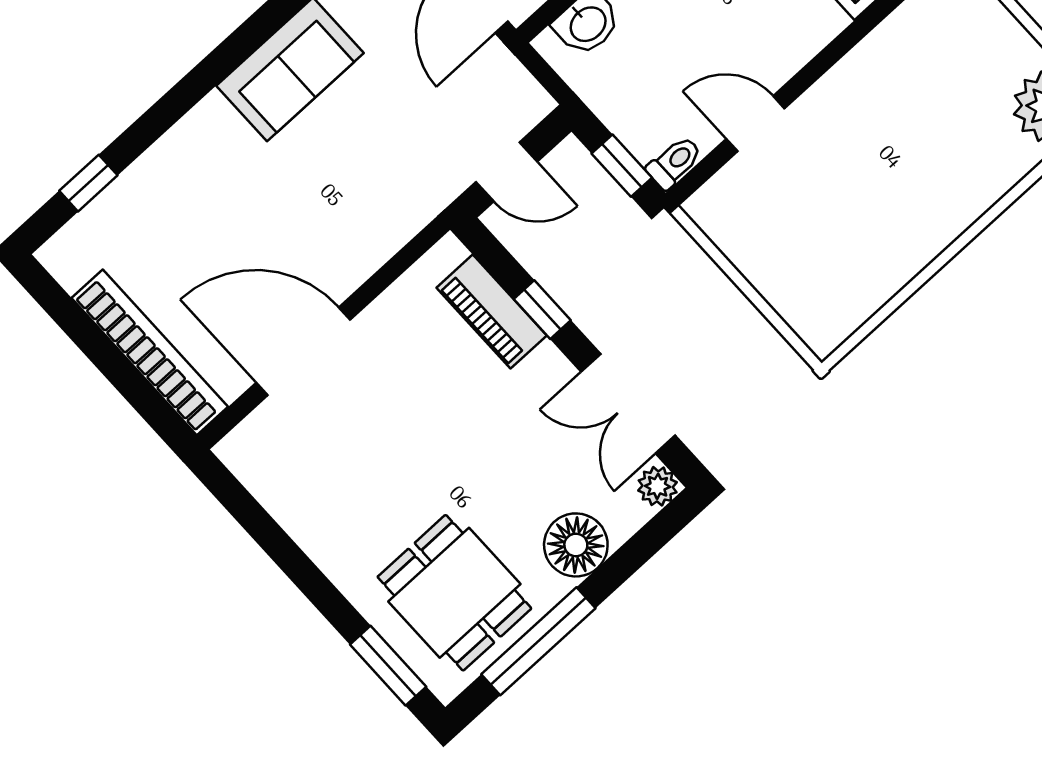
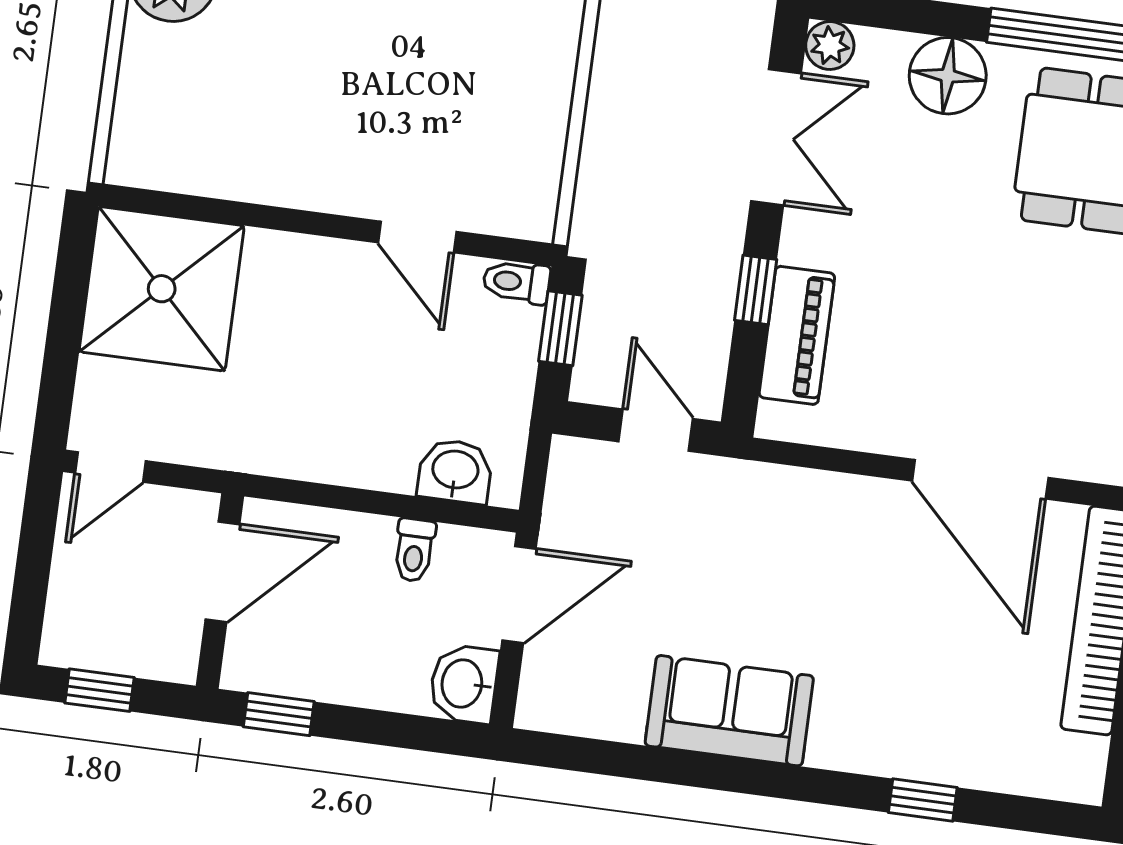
window: (88, 183) -> (923, 800), moved

